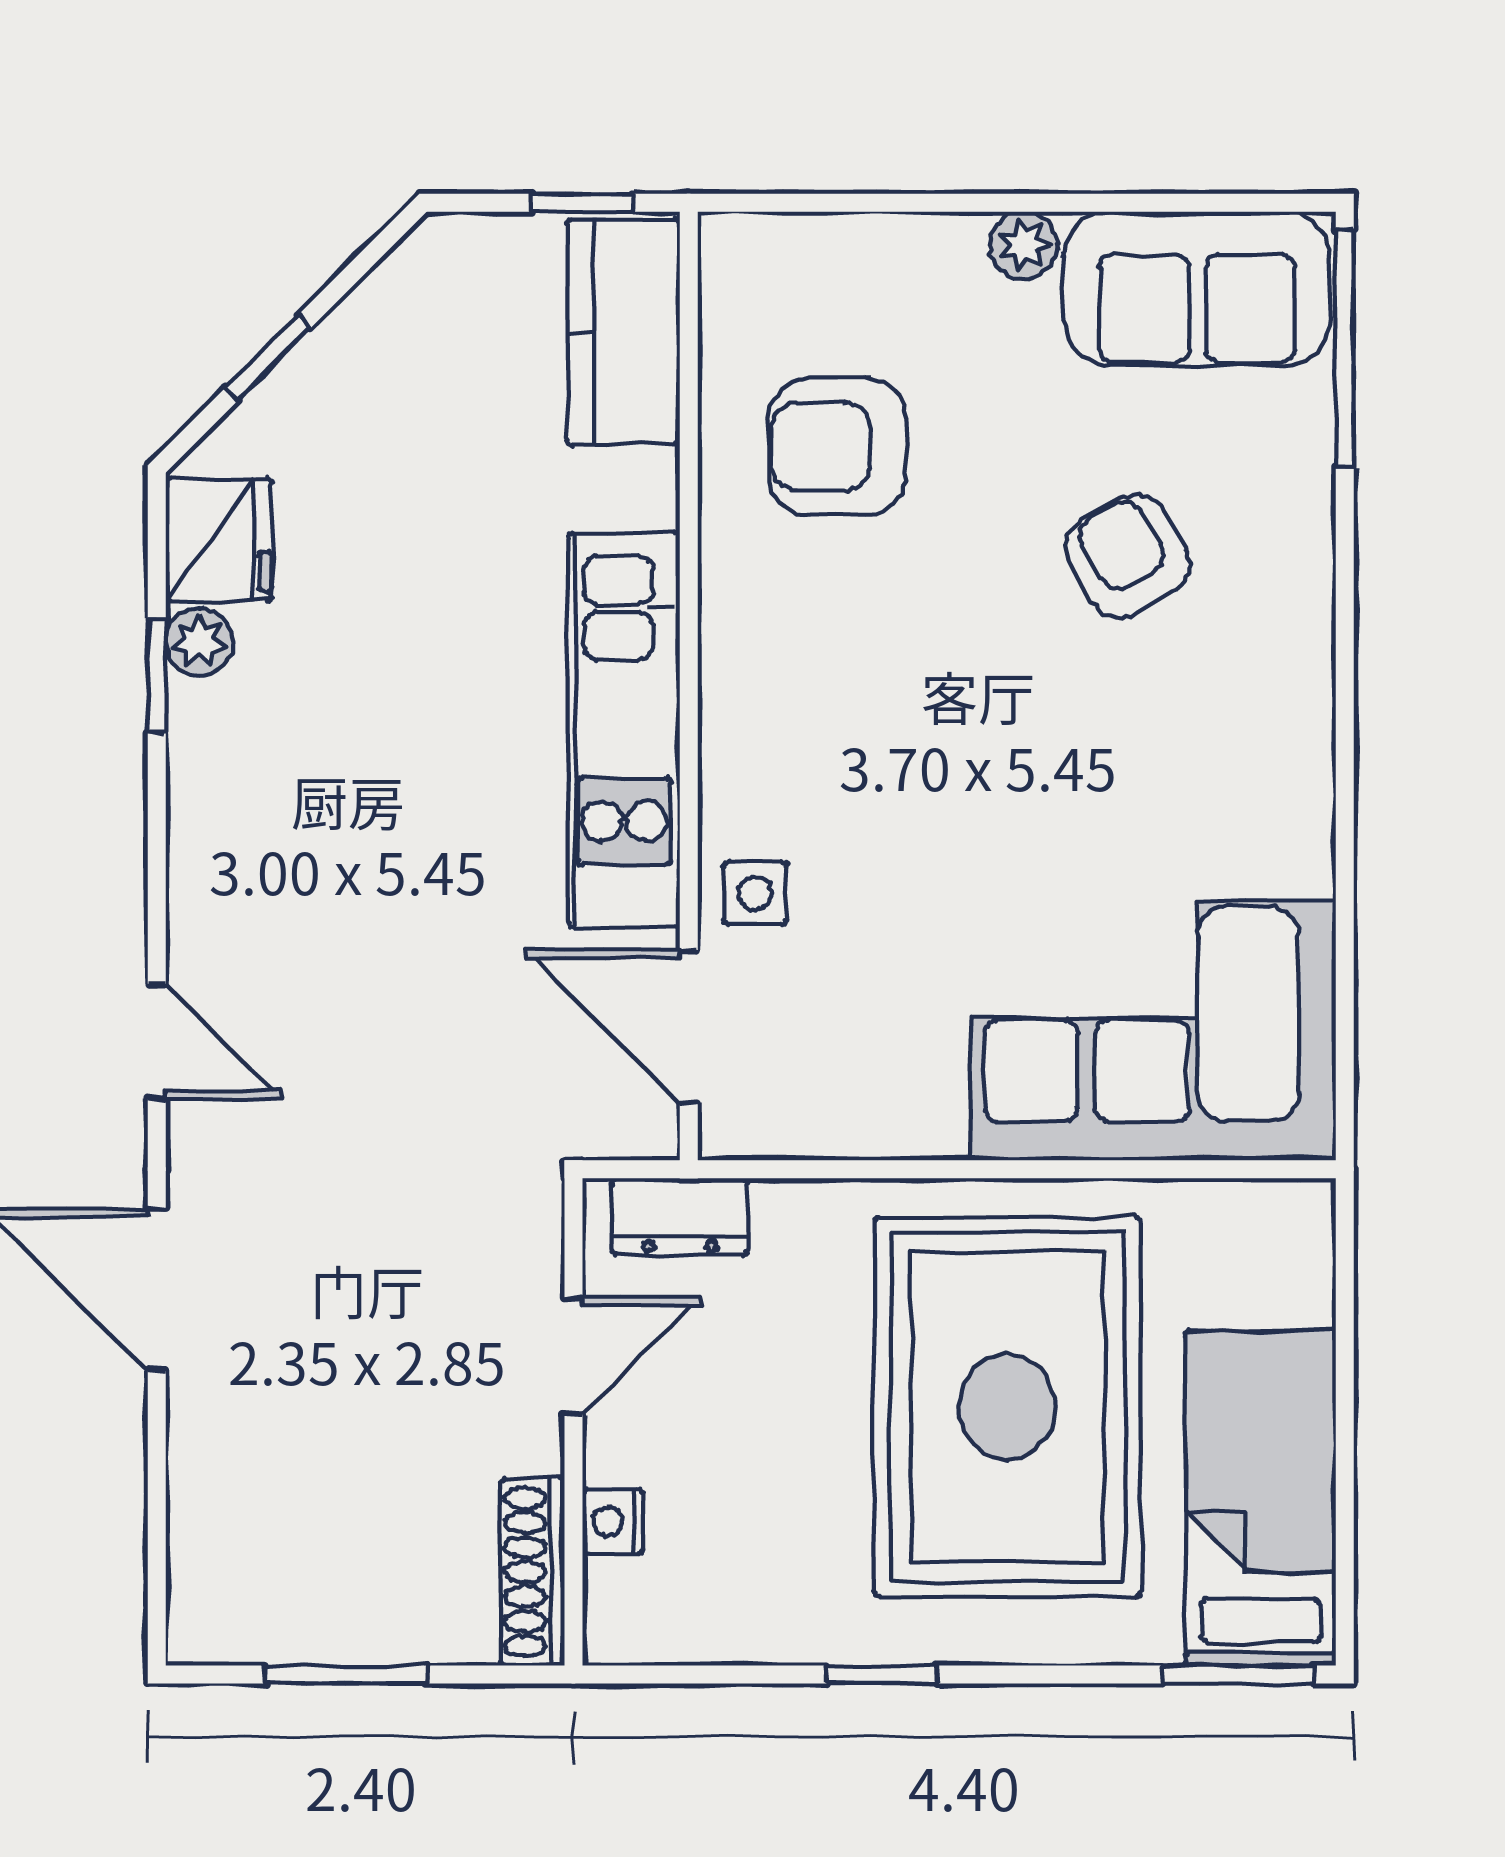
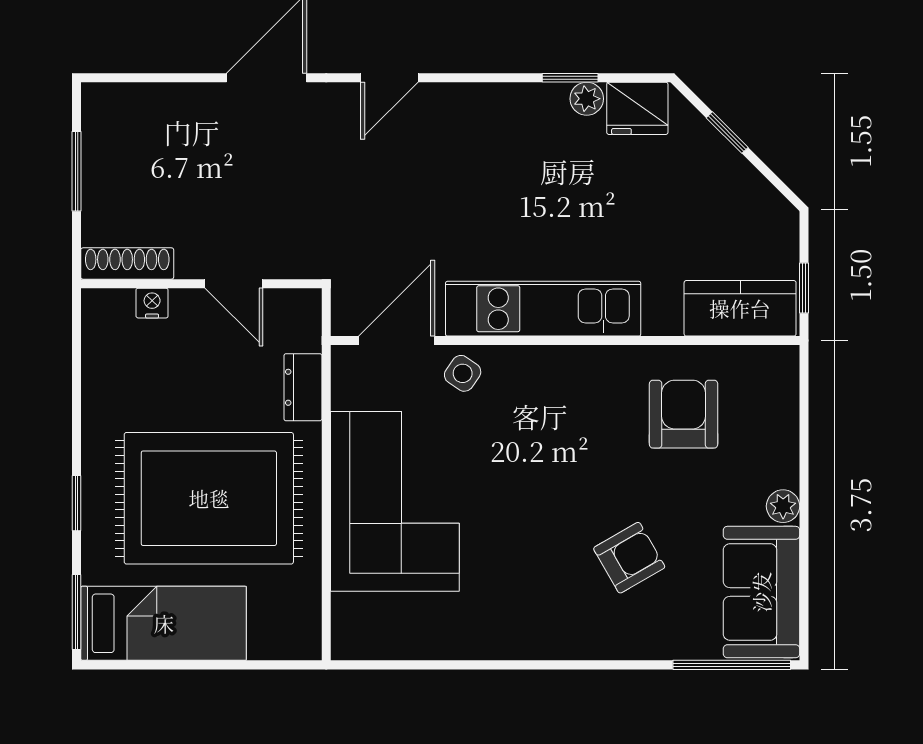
side table: (755, 893) -> (463, 373), turned 35
corner sofa: (1154, 1030) -> (395, 501), moved
dresser: (680, 1216) -> (303, 387), moved
window: (881, 1675) -> (76, 503), moved

